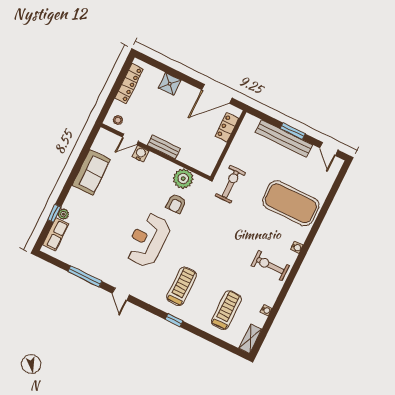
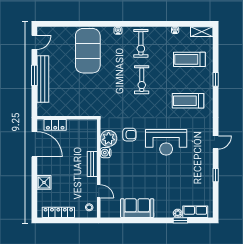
water cooler: (141, 154) -> (106, 153), moved
exercise bike: (230, 184) -> (142, 80), moved, turned -90
window: (85, 276) -> (216, 175), width x0.46
window: (174, 320) -> (216, 79), moved

